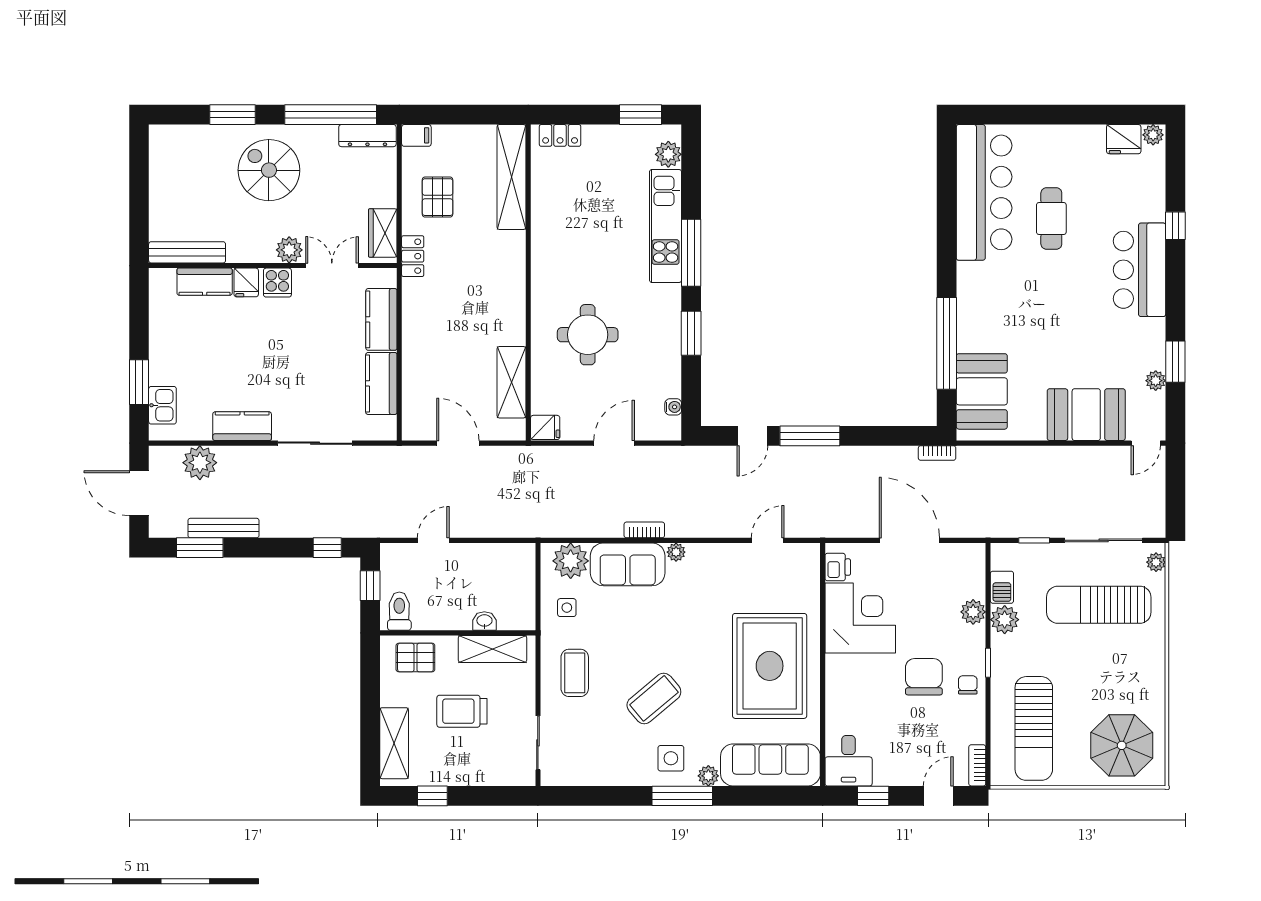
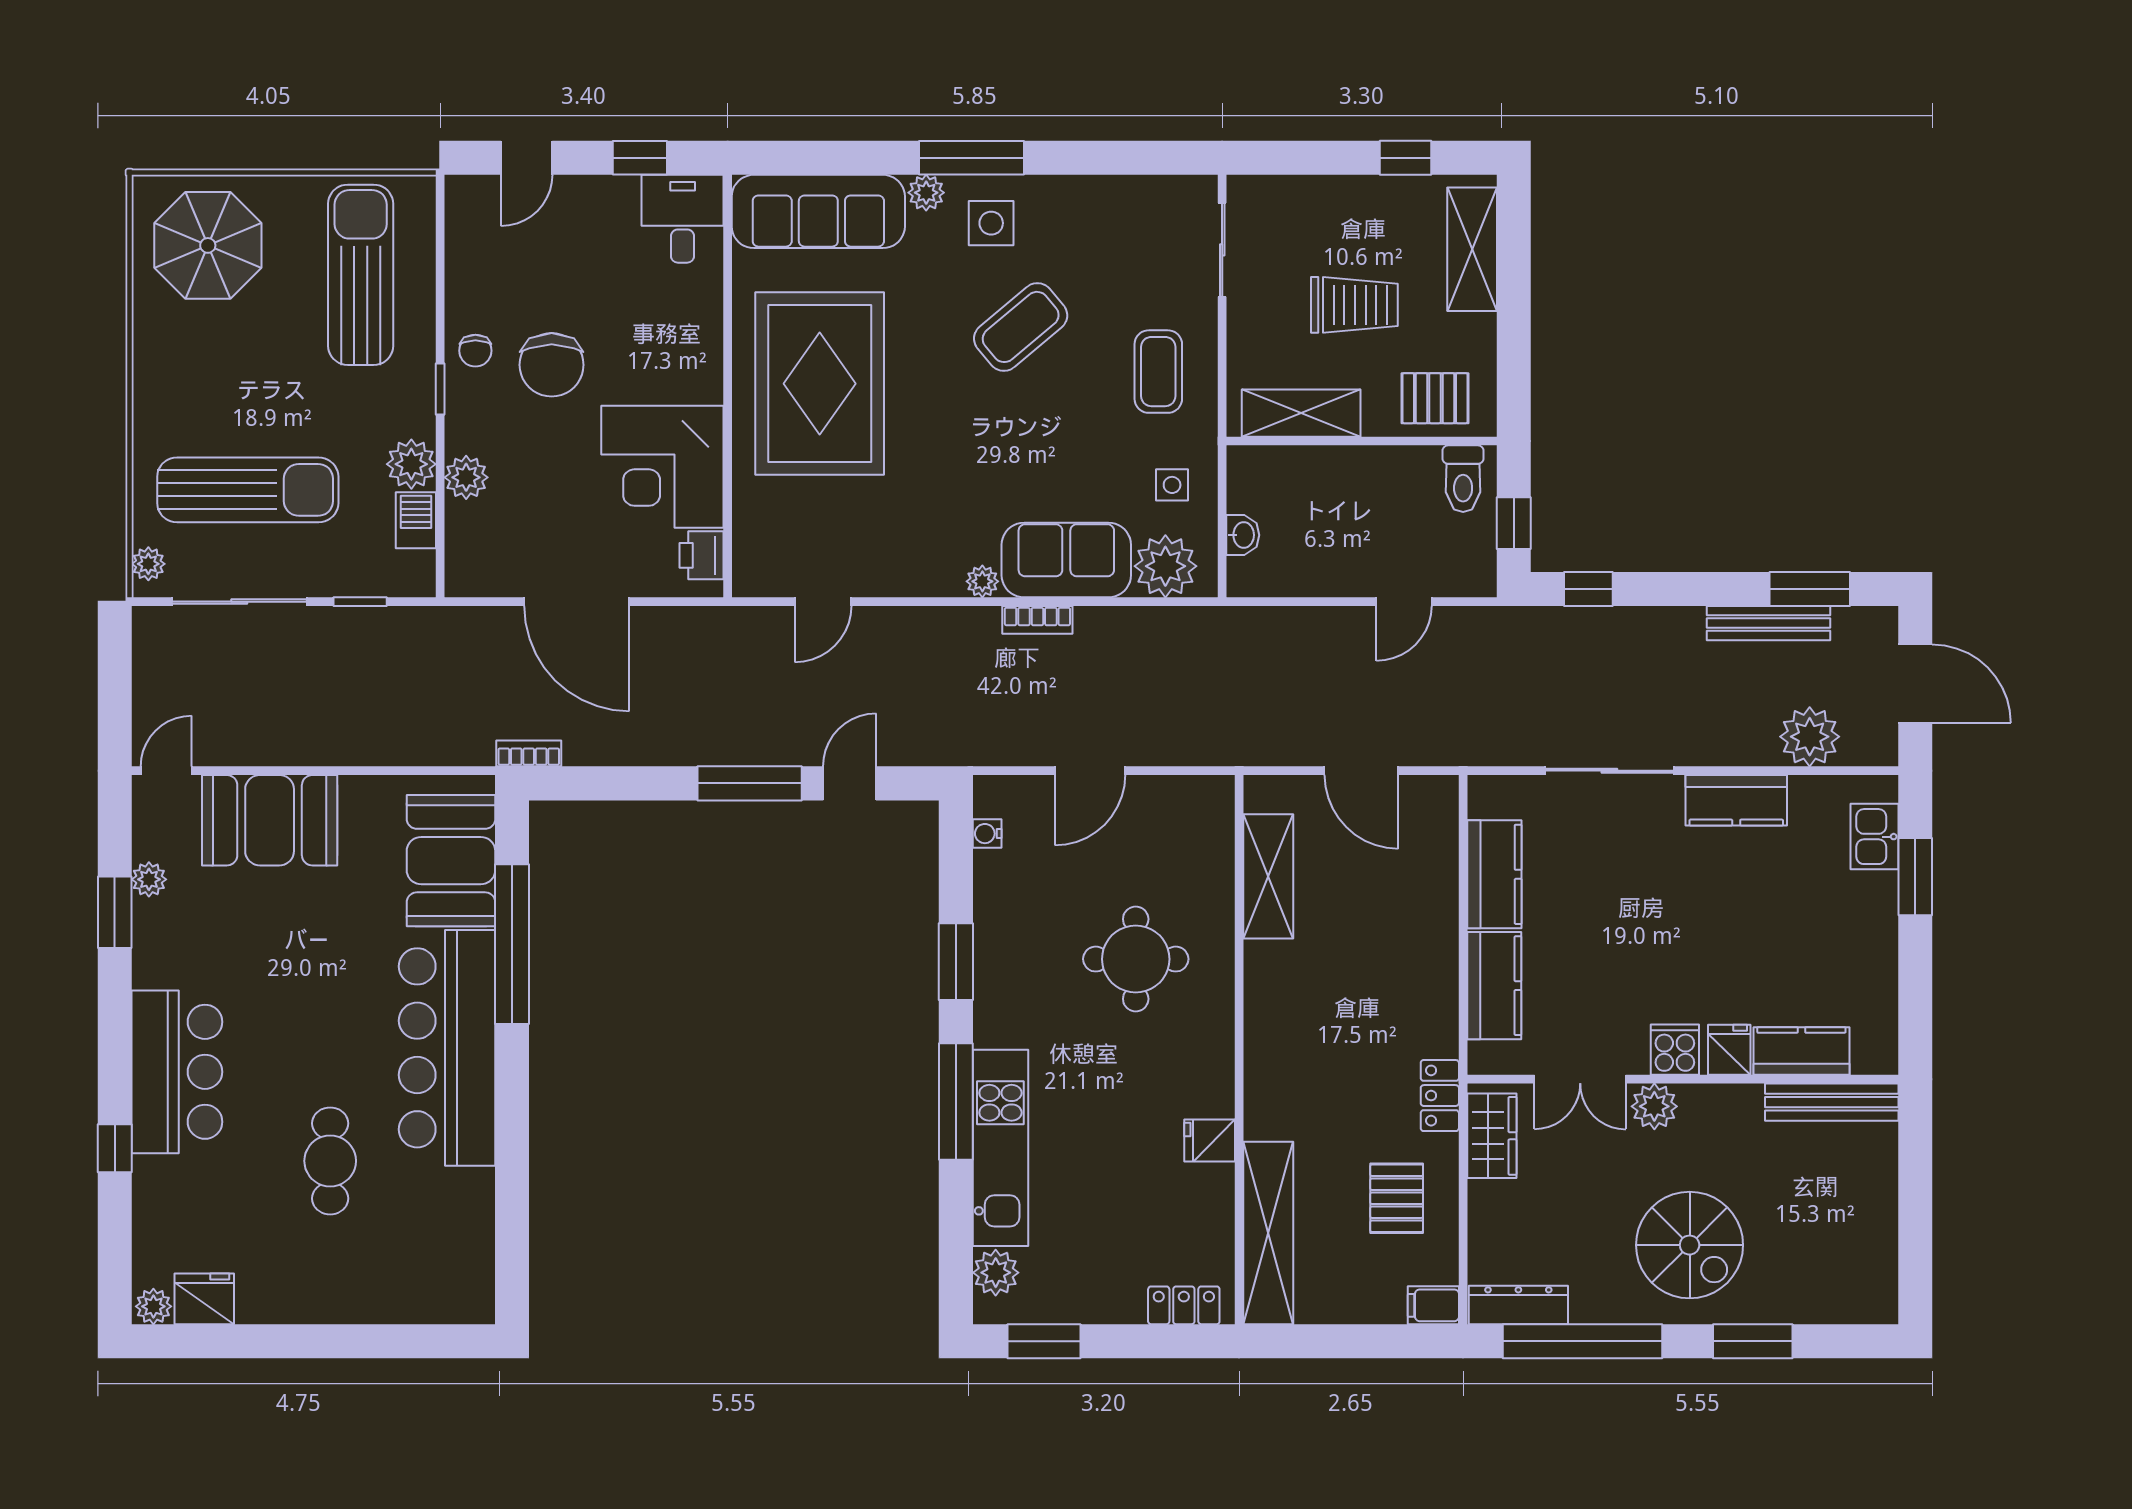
bar counter: (984, 192) -> (447, 1048), moved
fridge: (545, 427) -> (1210, 1141), moved
washbasin: (484, 621) -> (1243, 535), moved, turned -90
bookcase: (977, 765) -> (459, 211), removed

